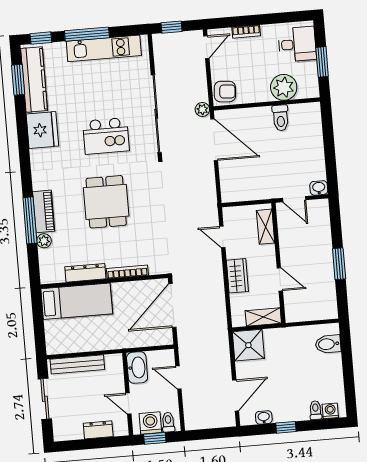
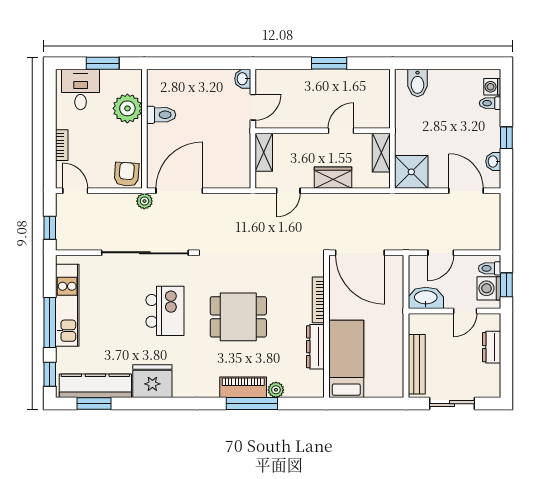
shelving: (266, 227) -> (264, 152), moved, turned 90

